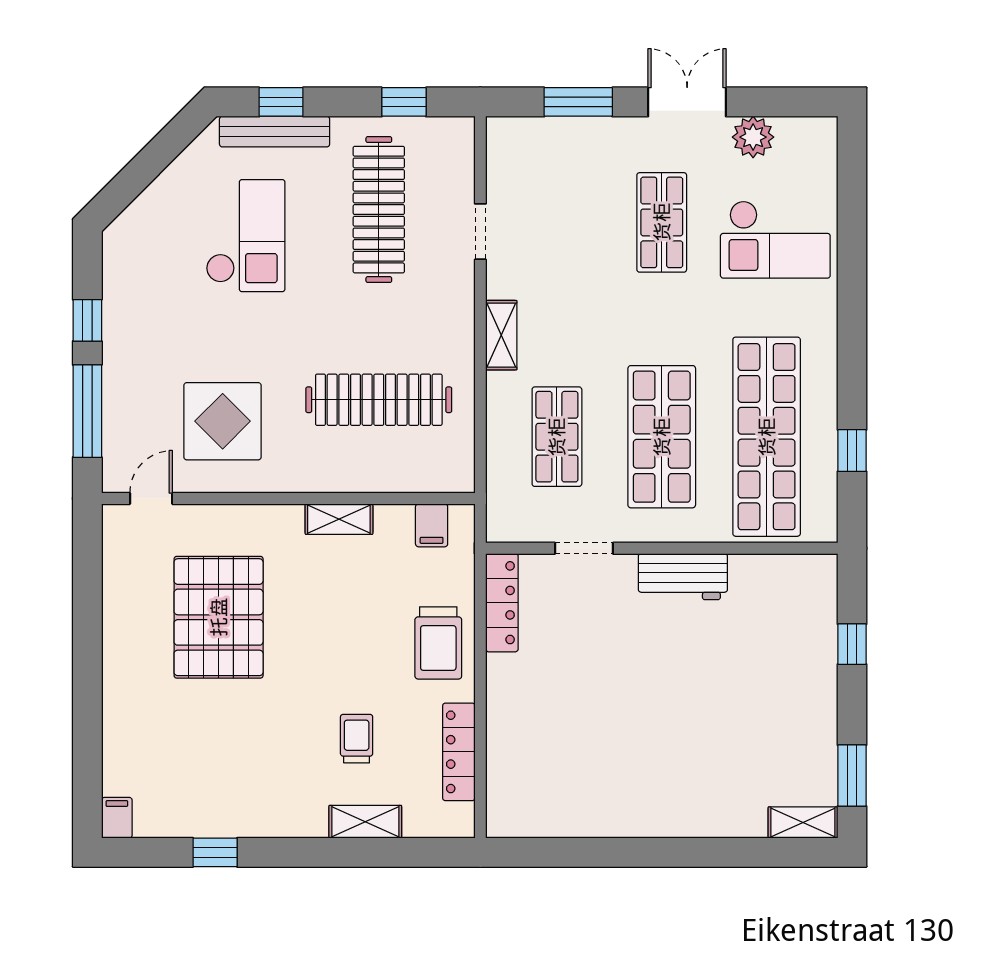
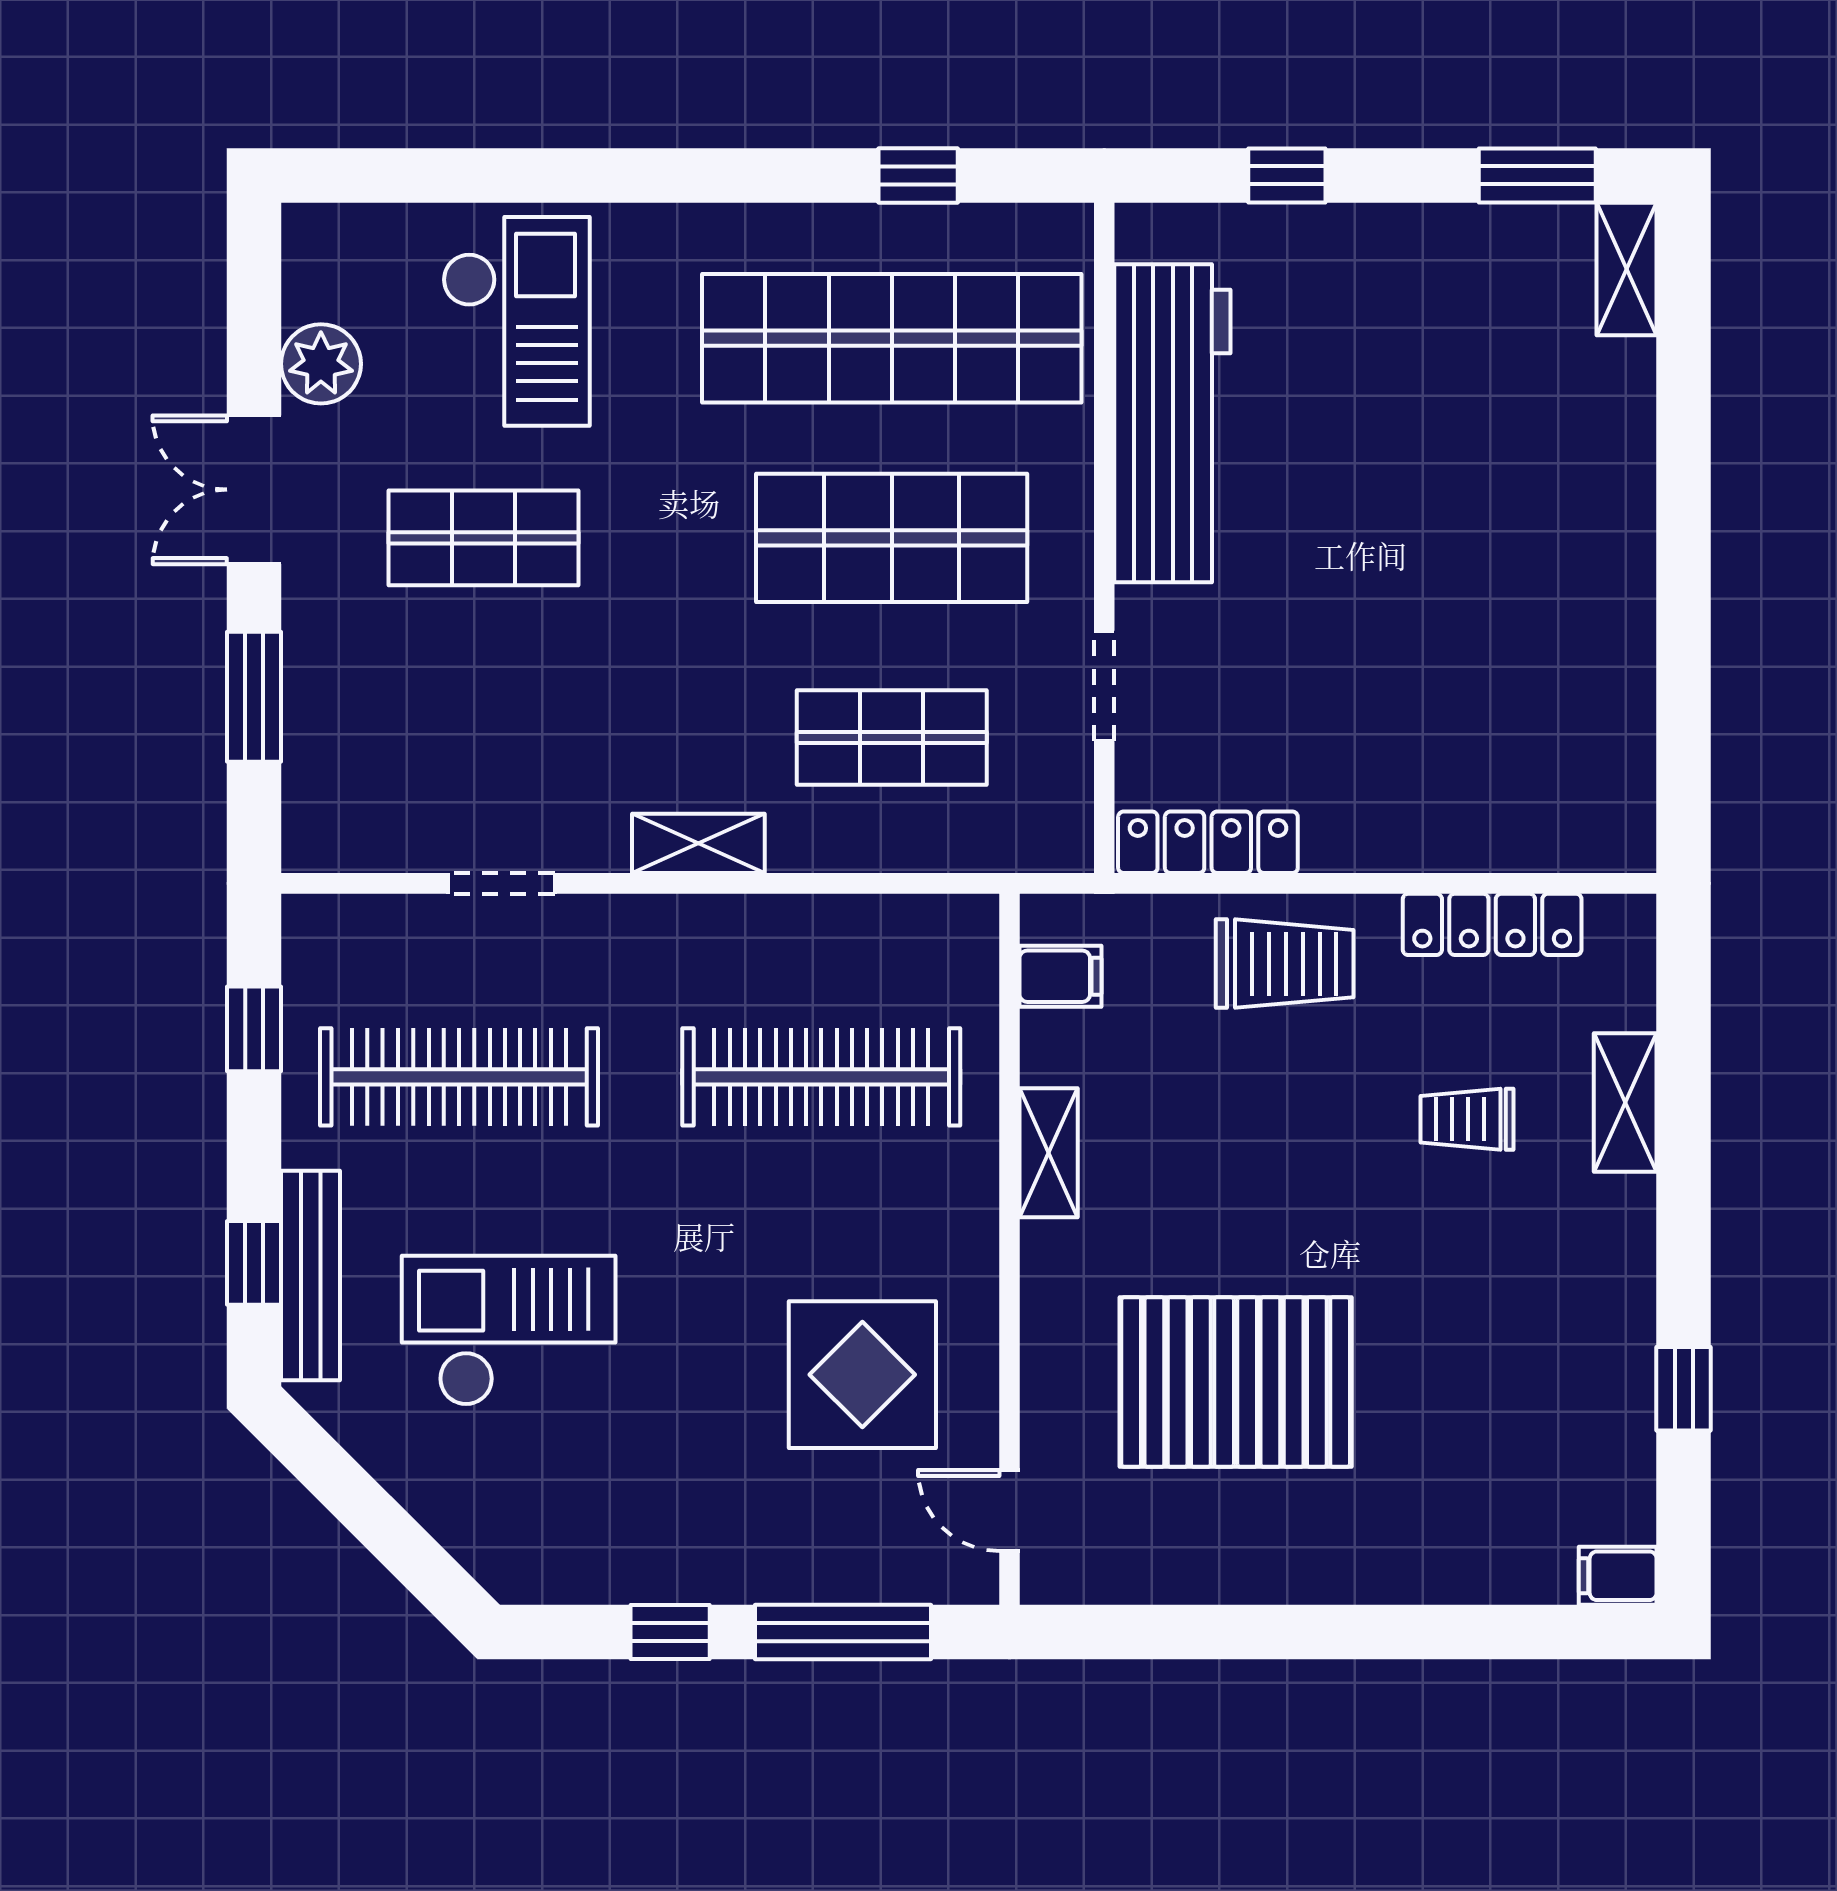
clothes rail: (379, 400) -> (821, 1077), turned 90
workbench: (683, 577) -> (1172, 423), width x1.87, depth x1.32

